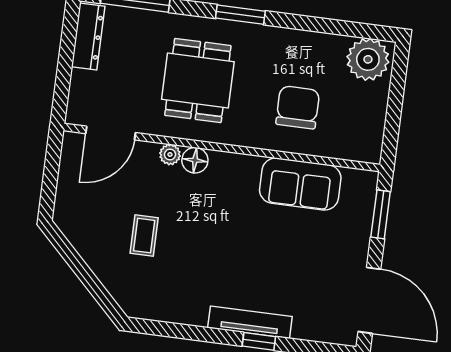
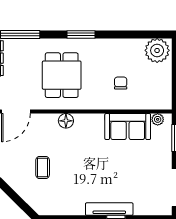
chair: (298, 107) -> (121, 83), width x0.54, depth x0.54
plant: (170, 154) -> (158, 119), moved

